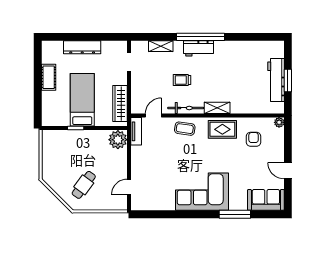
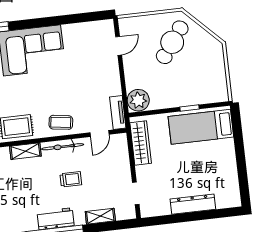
cot: (49, 77) -> (228, 164), removed
bed: (82, 100) -> (201, 127), moved, turned 90
cafe table: (84, 185) -> (172, 42), width x1.37, depth x1.35

